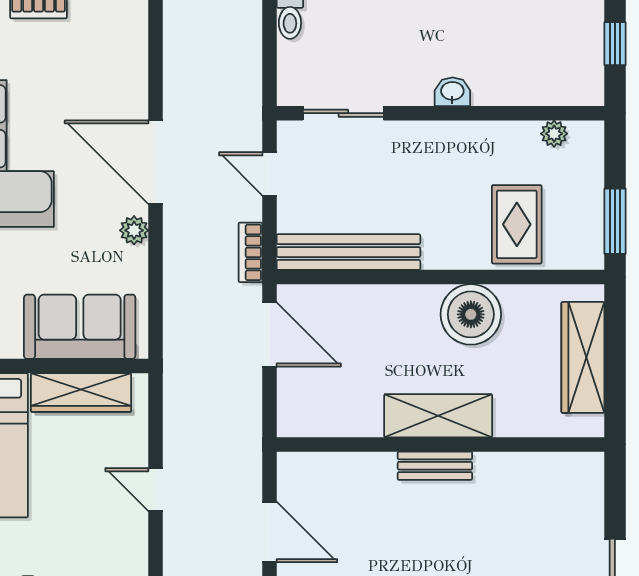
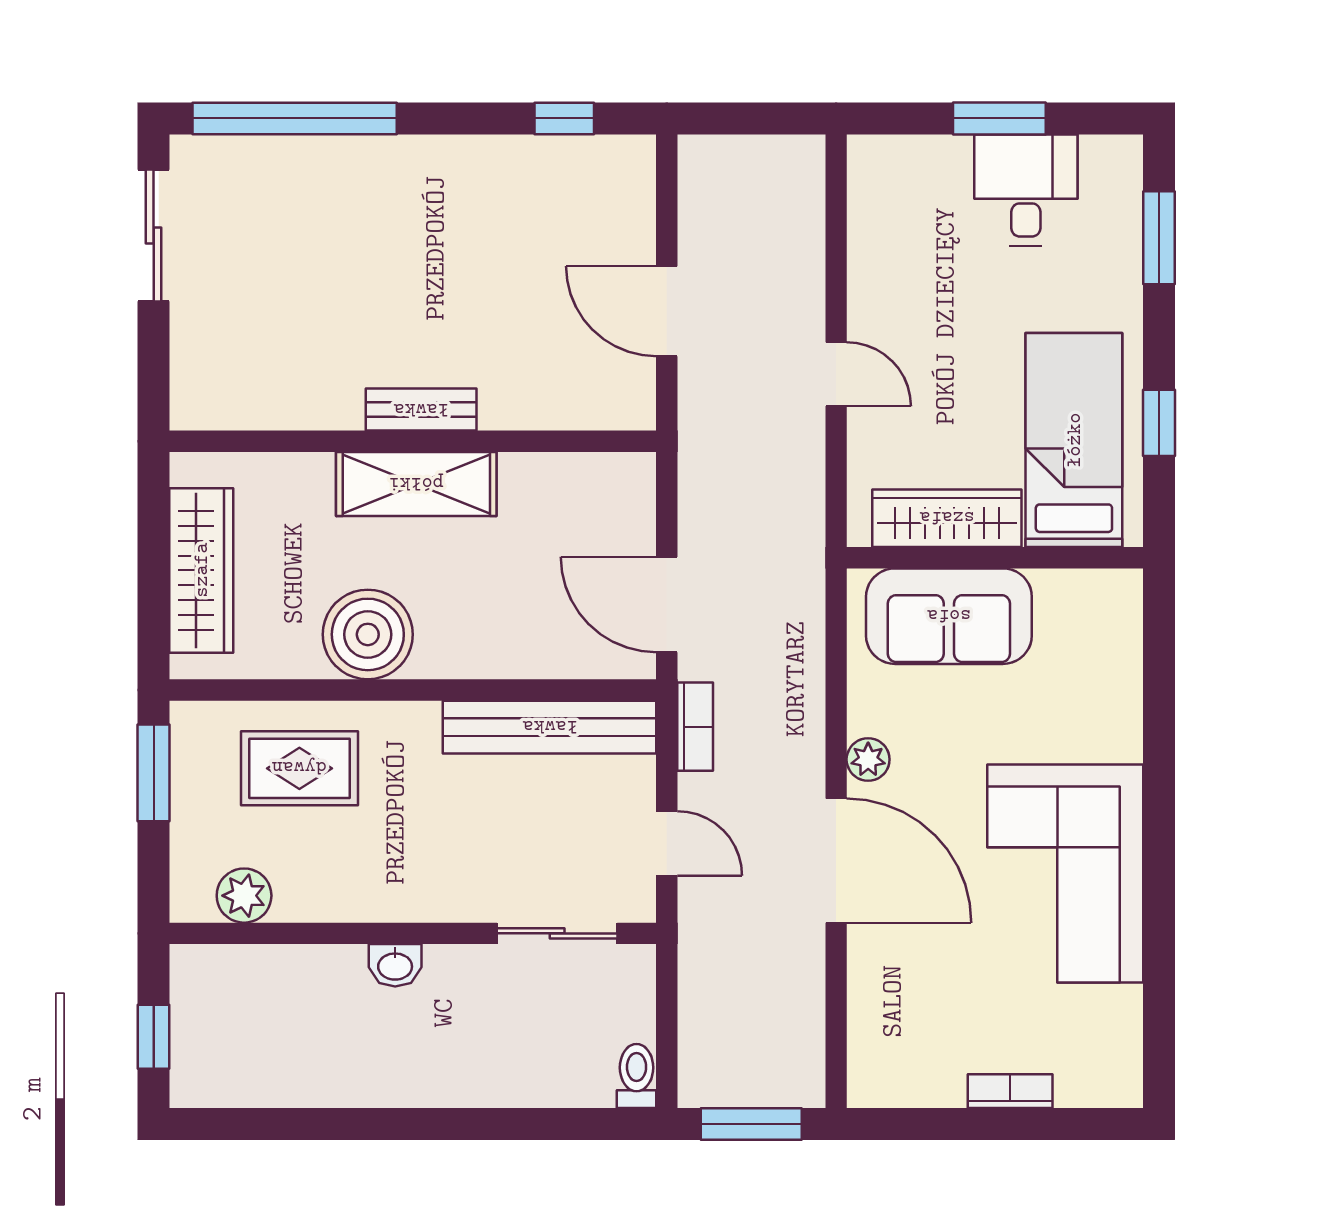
plant: (554, 134) -> (244, 896), width x1.38, depth x1.38
rug: (517, 224) -> (299, 768), turned 90

